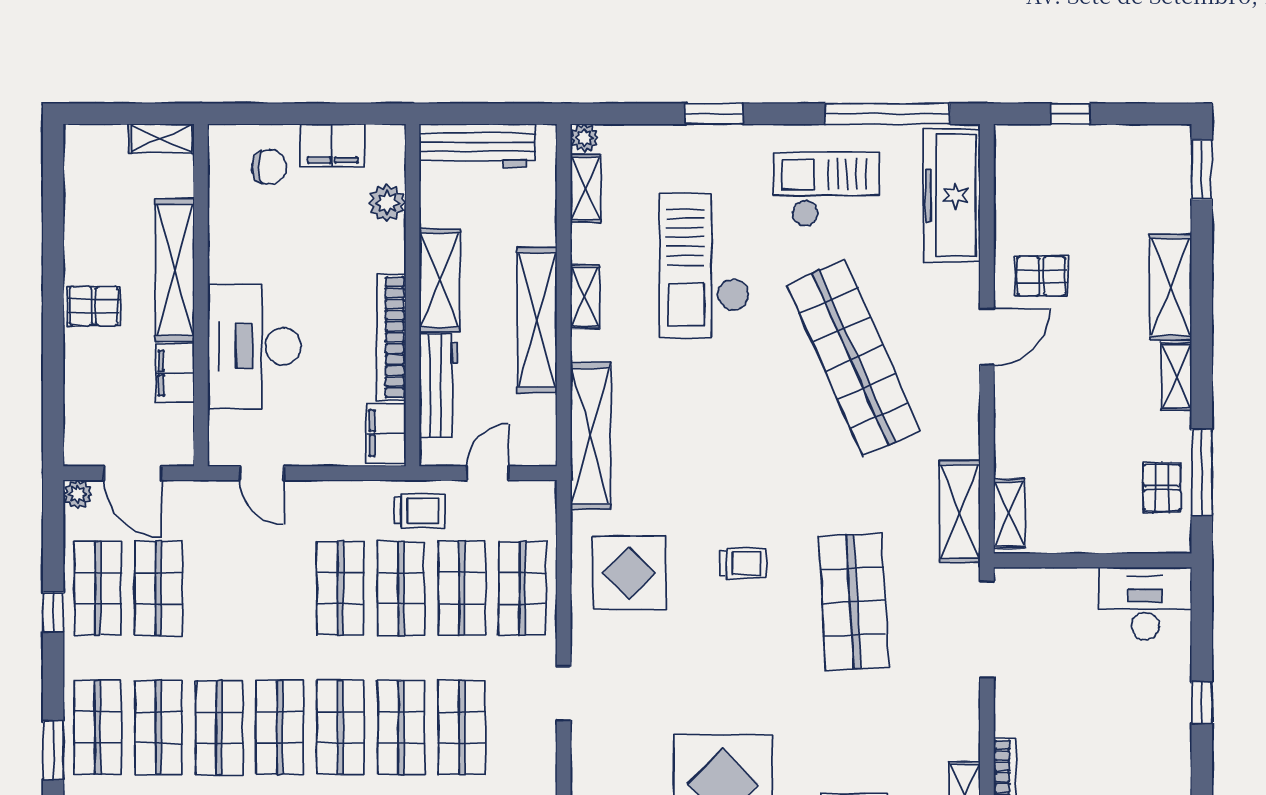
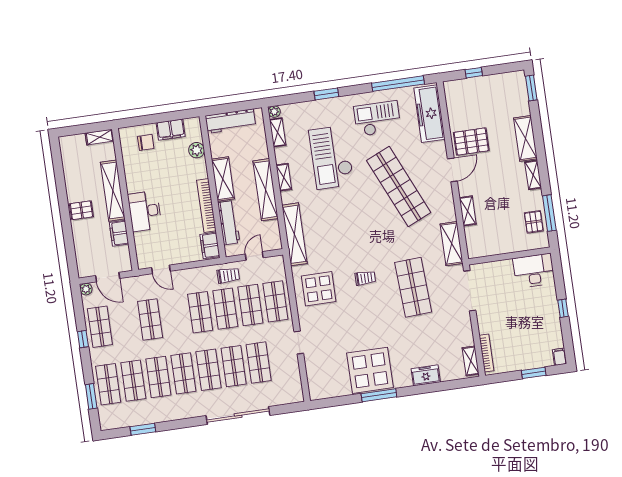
pallet: (1041, 276) -> (471, 142), width x1.50, depth x1.42
desk: (254, 346) -> (145, 211), width x0.73, depth x0.77
shelving: (1009, 514) -> (468, 211), moved
shop shelf: (158, 588) -> (150, 319), moved

